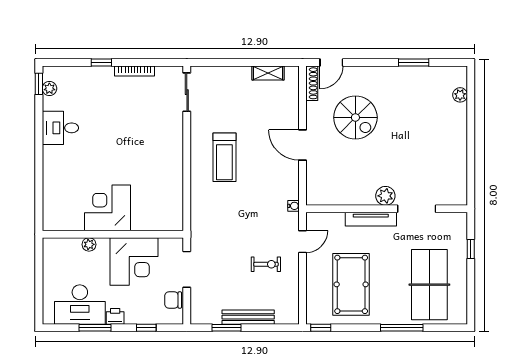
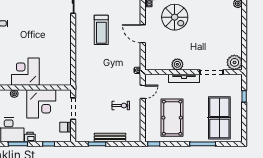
treadmill: (224, 157) -> (101, 30), moved
plant: (455, 193) -> (234, 62), added
plant: (385, 196) -> (177, 64), moved

